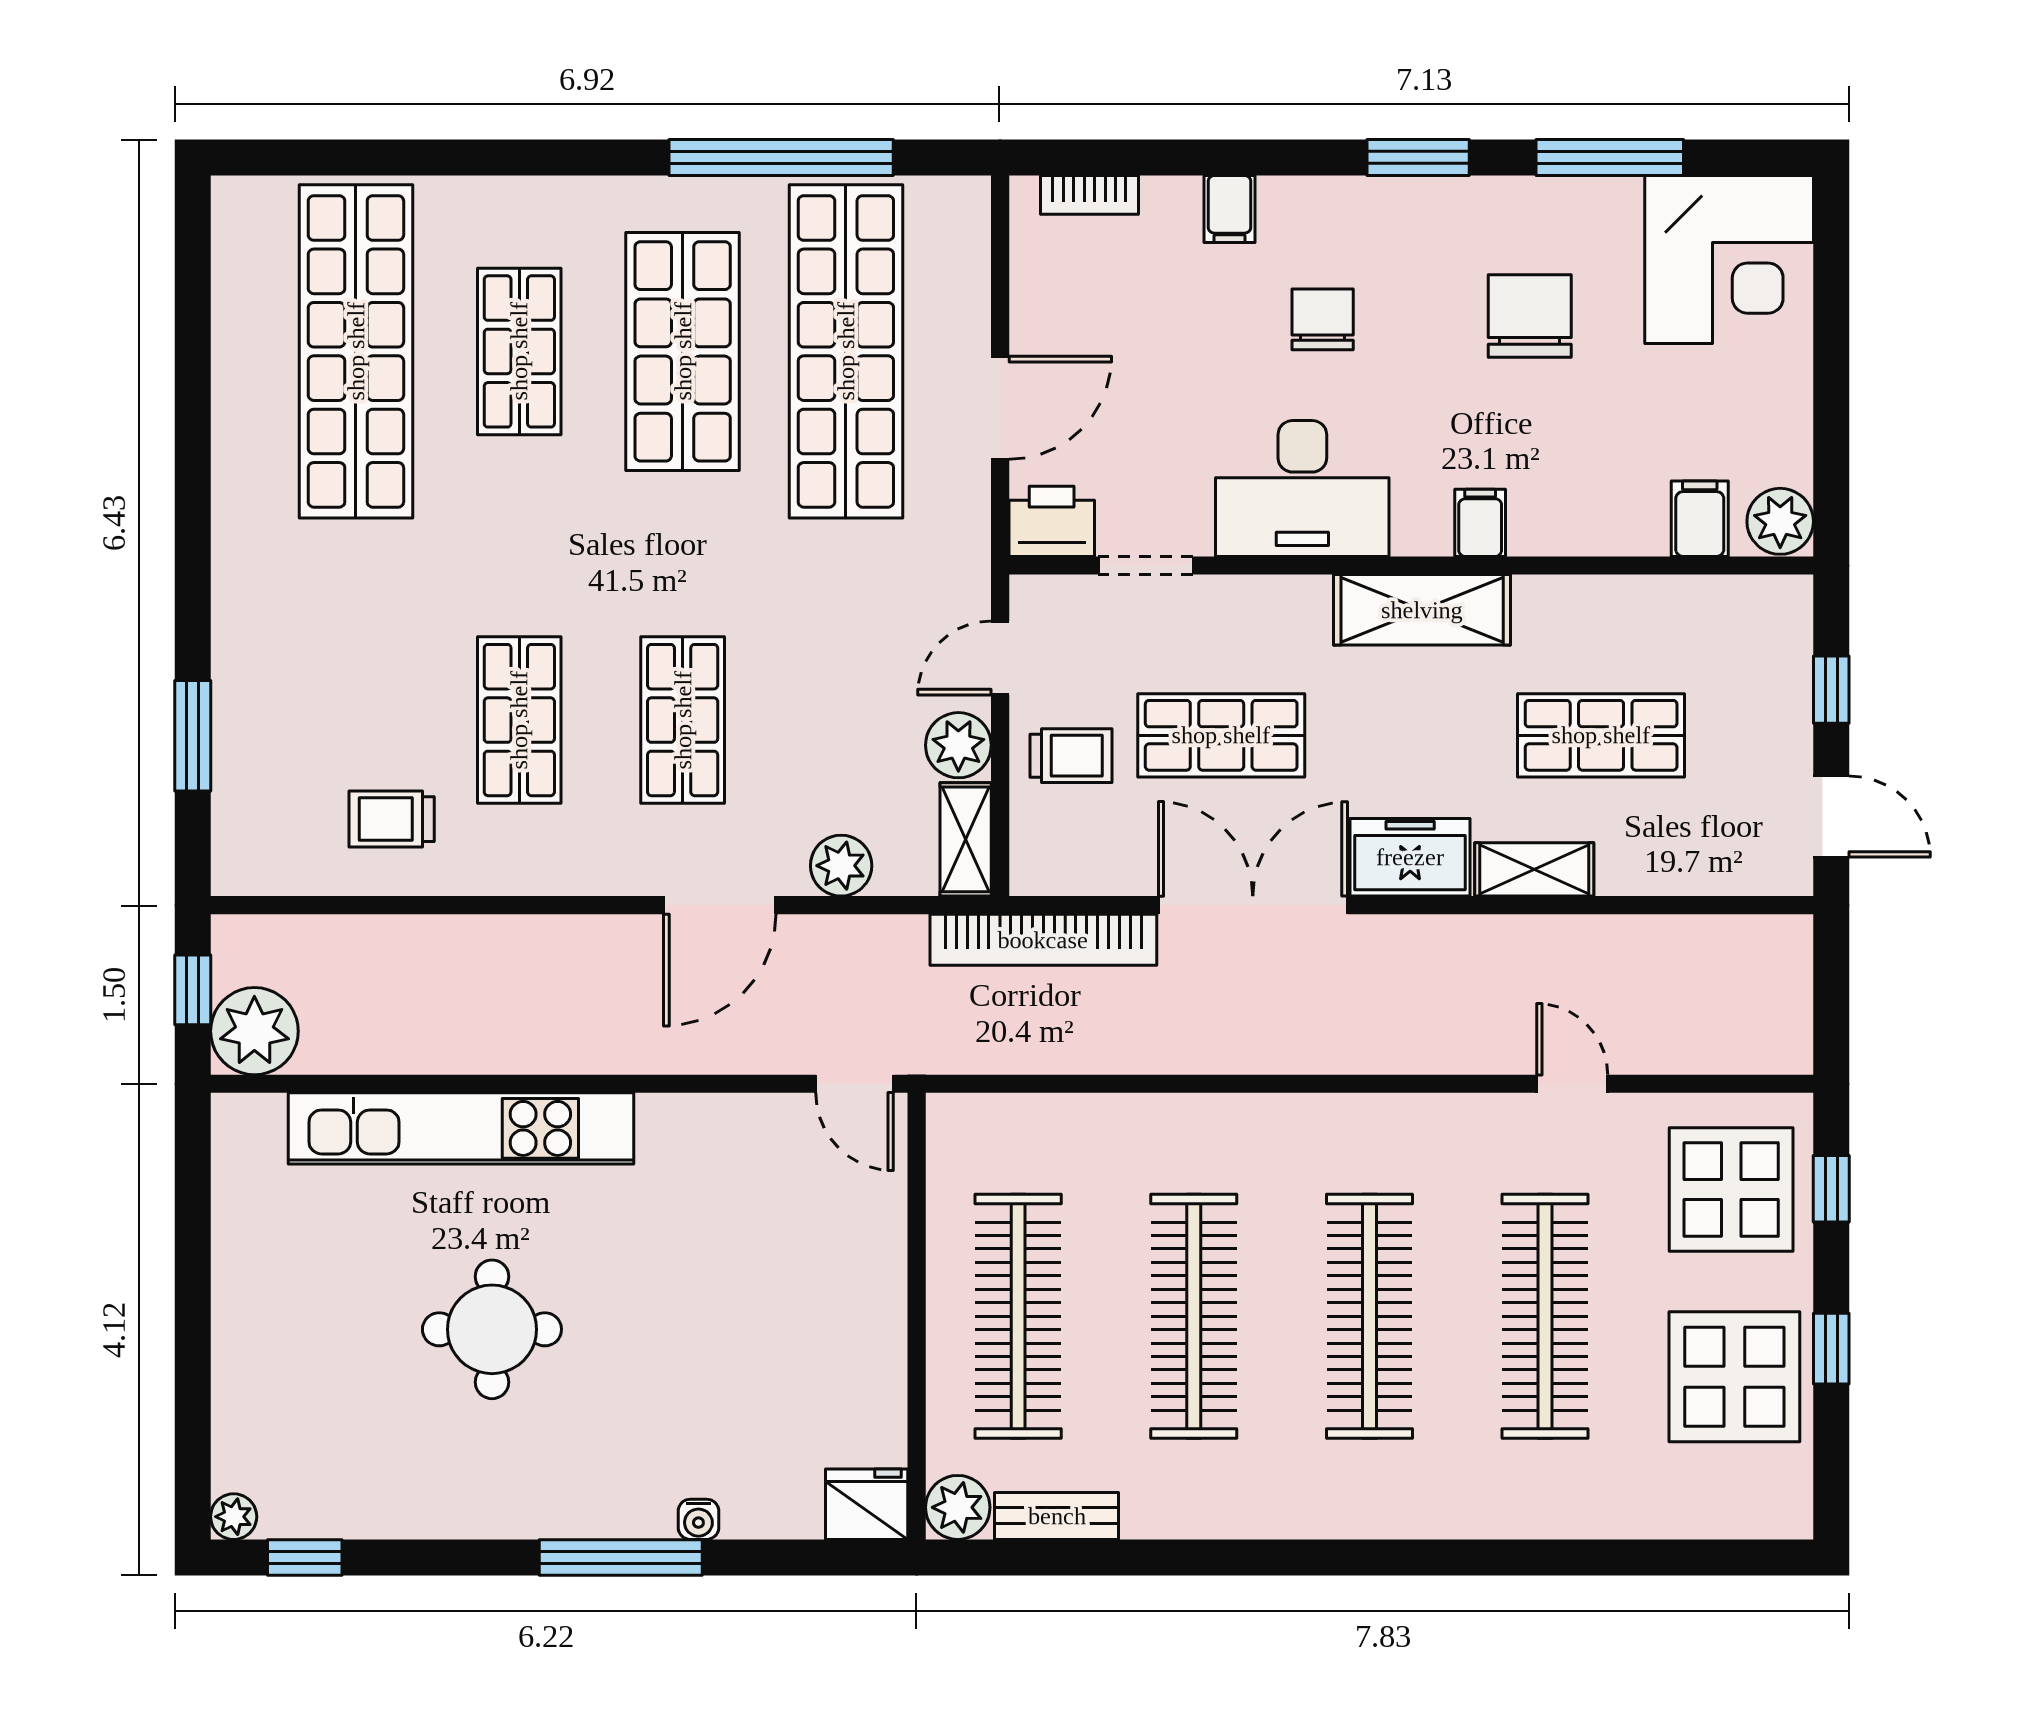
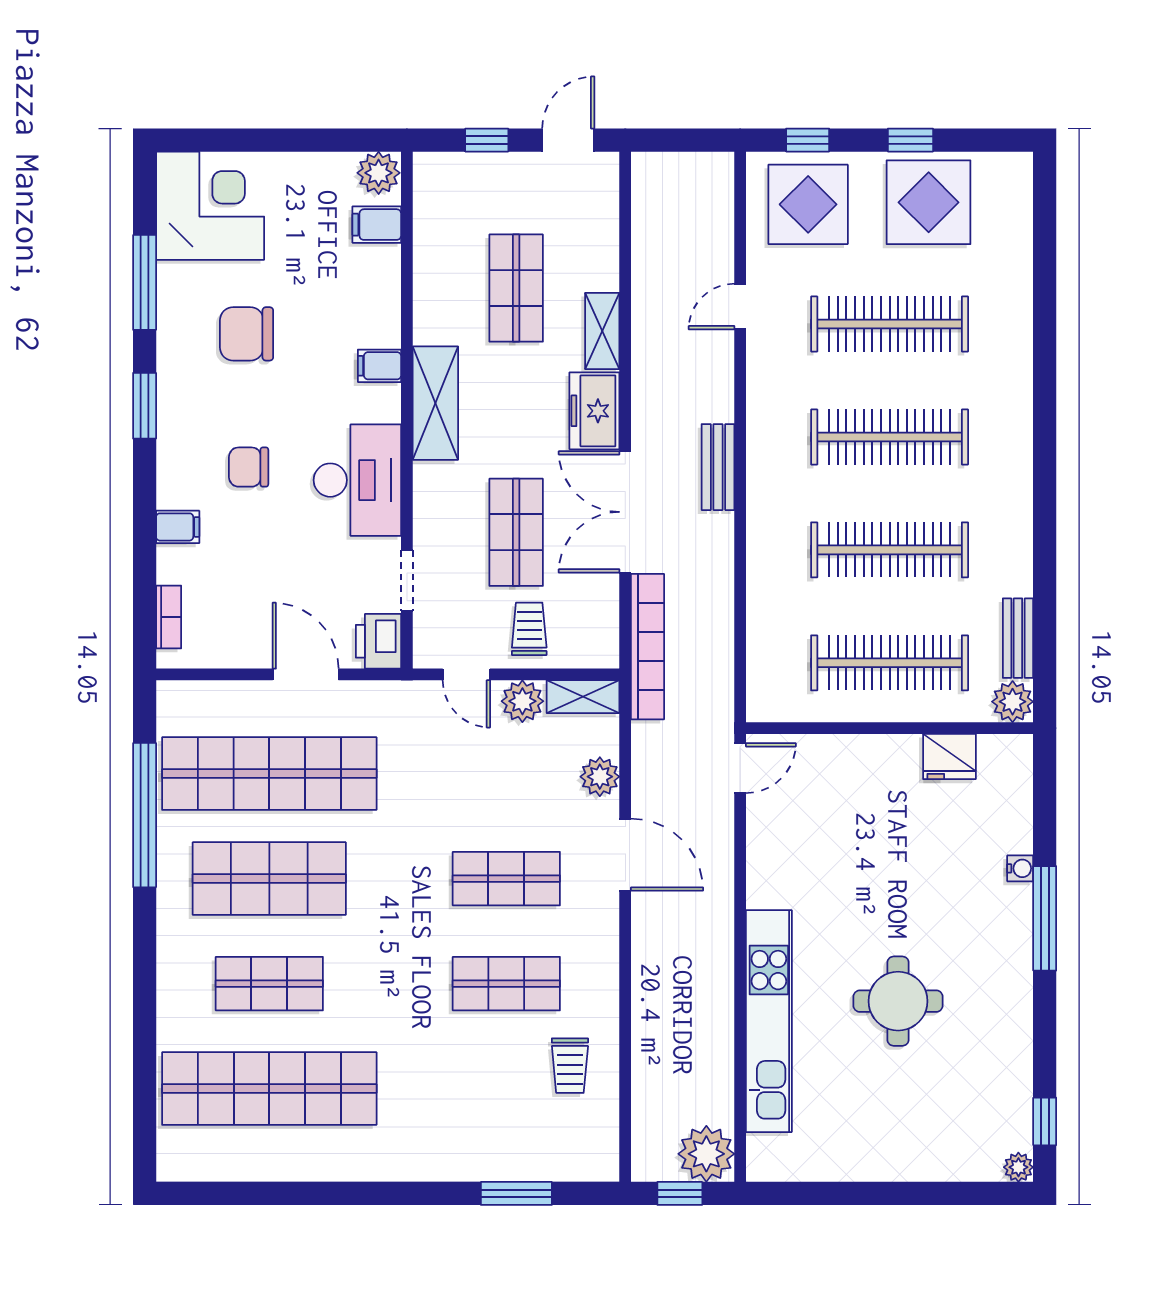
bench: (1323, 1049) -> (718, 467), added
fridge: (867, 1504) -> (949, 757), moved, turned -90

